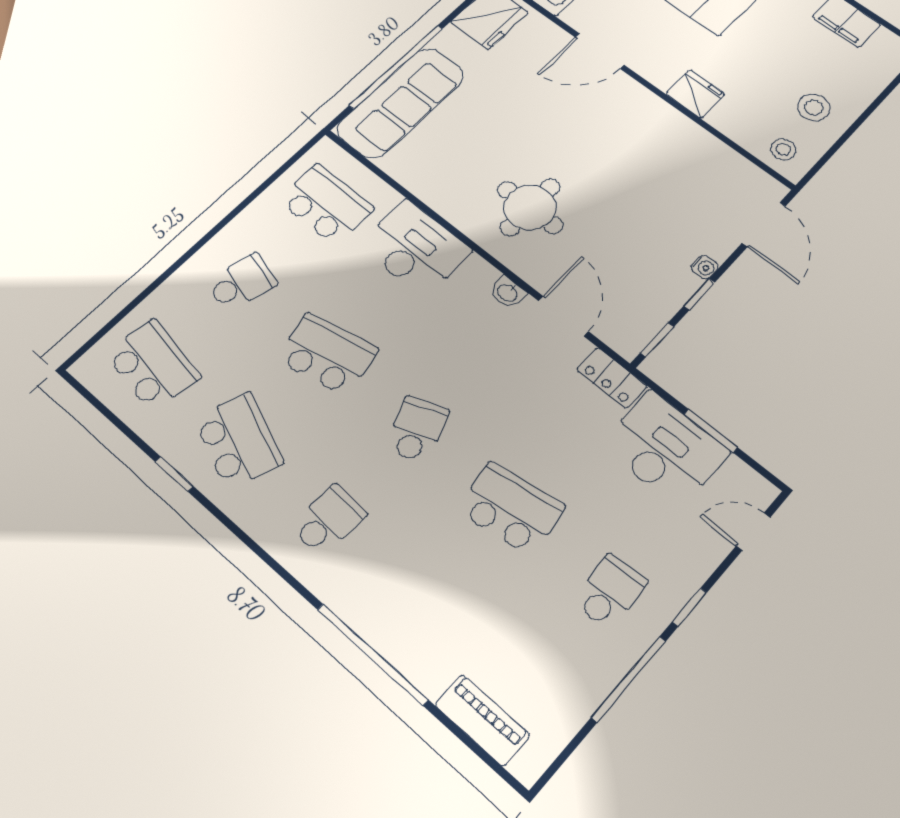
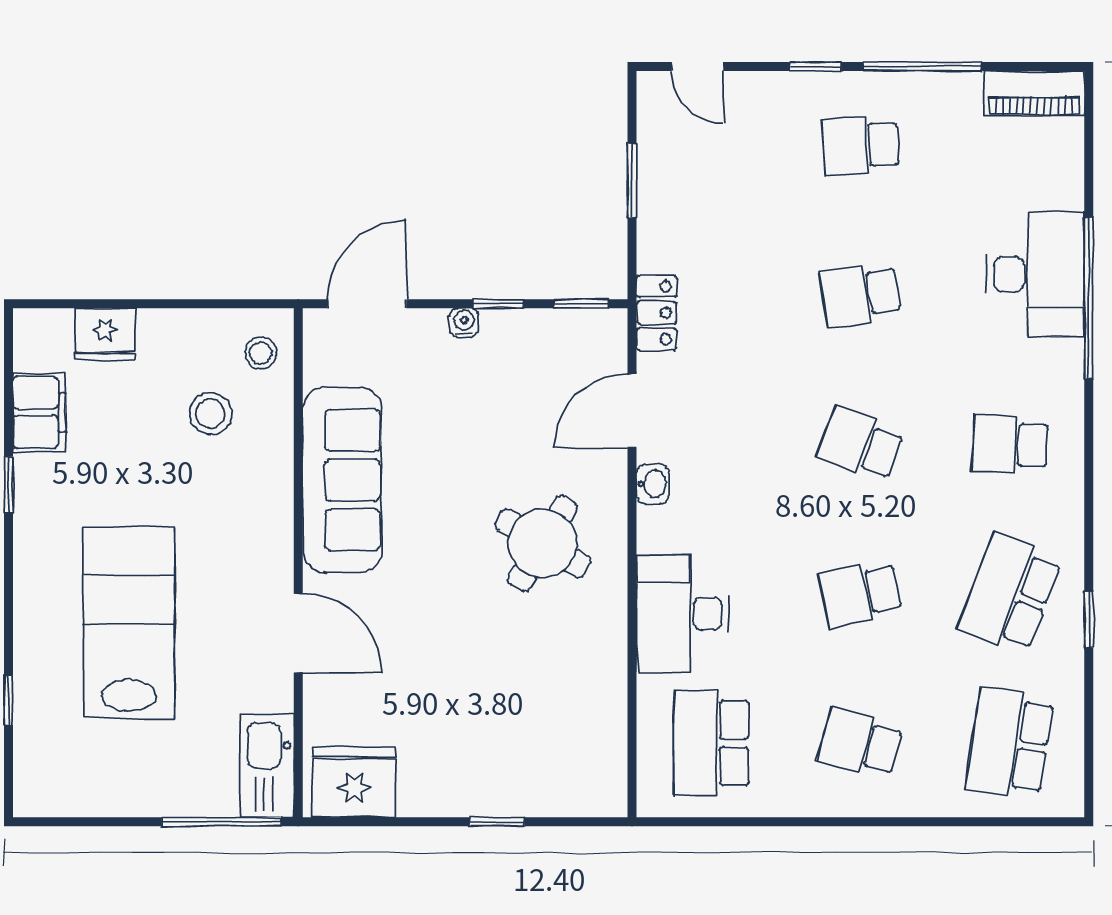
window: (396, 67) -> (497, 822), width x0.32
fridge: (695, 94) -> (105, 334), moved, turned -90
sofa: (401, 102) -> (342, 480), moved, turned 90
stool: (814, 107) -> (211, 413), moved
round table: (530, 207) -> (543, 543), turned 31
school desk: (327, 354) -> (860, 594), width x0.54
school desk: (417, 429) -> (860, 444), turned 42
desk: (665, 449) -> (1035, 274), moved, turned 180
school desk: (511, 508) -> (860, 295), width x0.54
piano: (482, 720) -> (1034, 93), moved, turned -90

